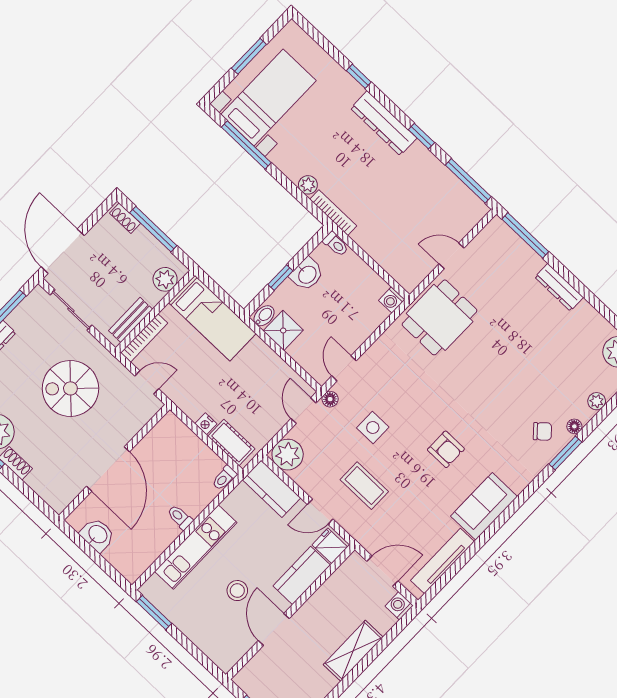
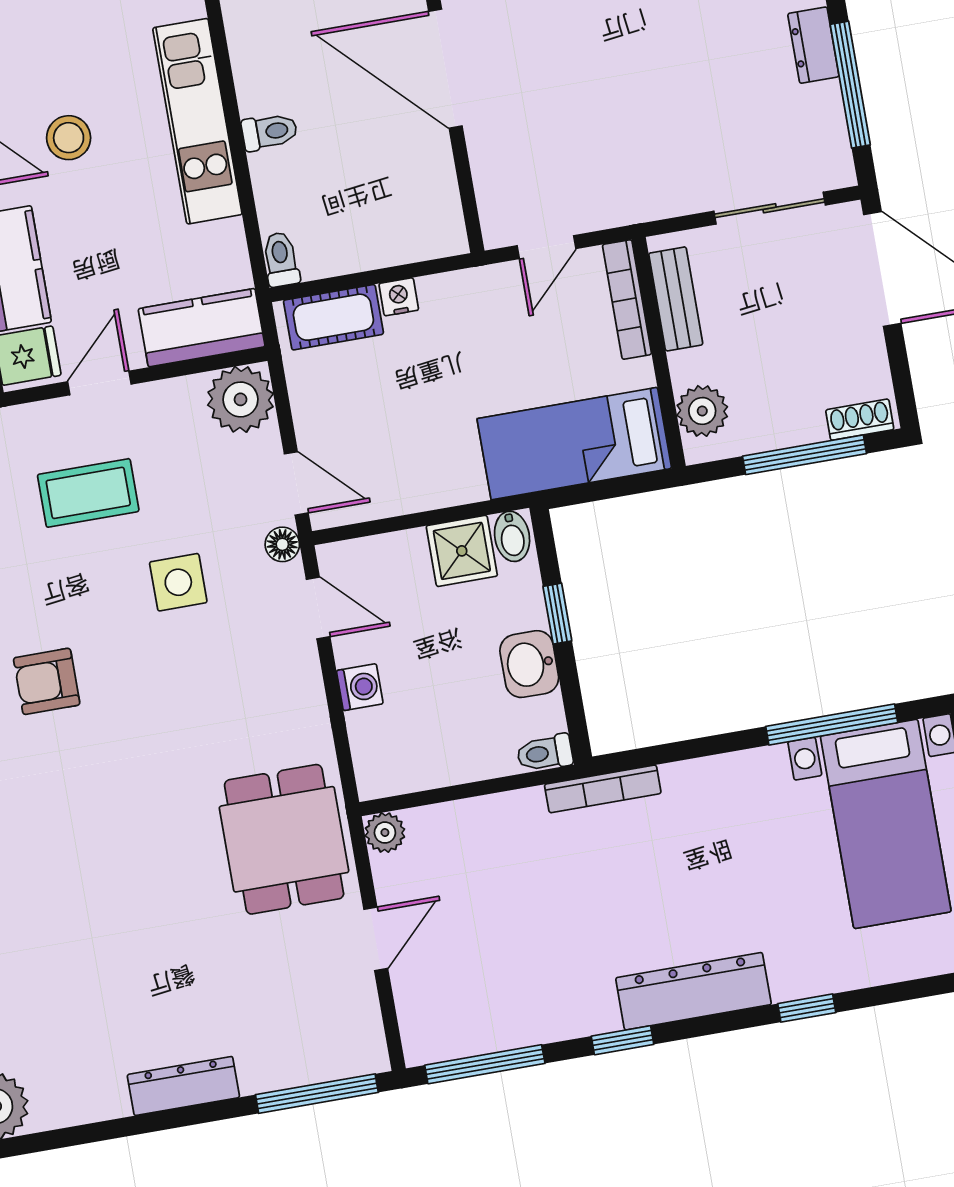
plant: (308, 185) -> (385, 833), moved
washing machine: (392, 300) -> (360, 687), moved, turned 90
spiral stairs: (70, 388) -> (634, 107), removed

